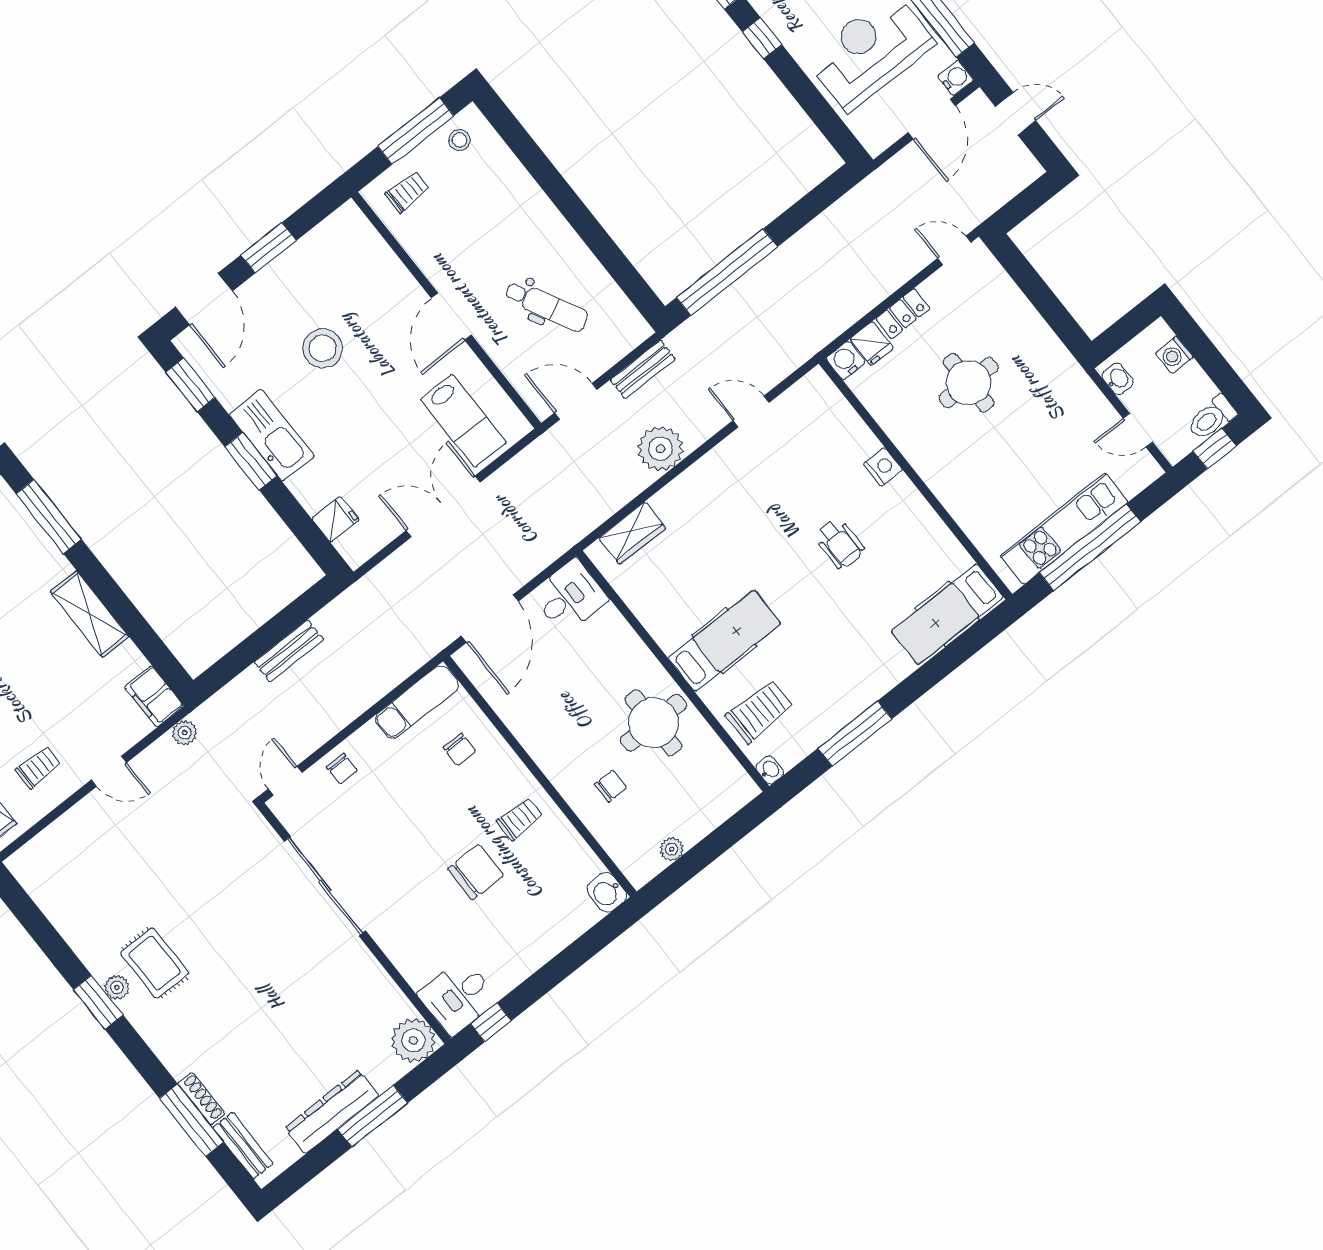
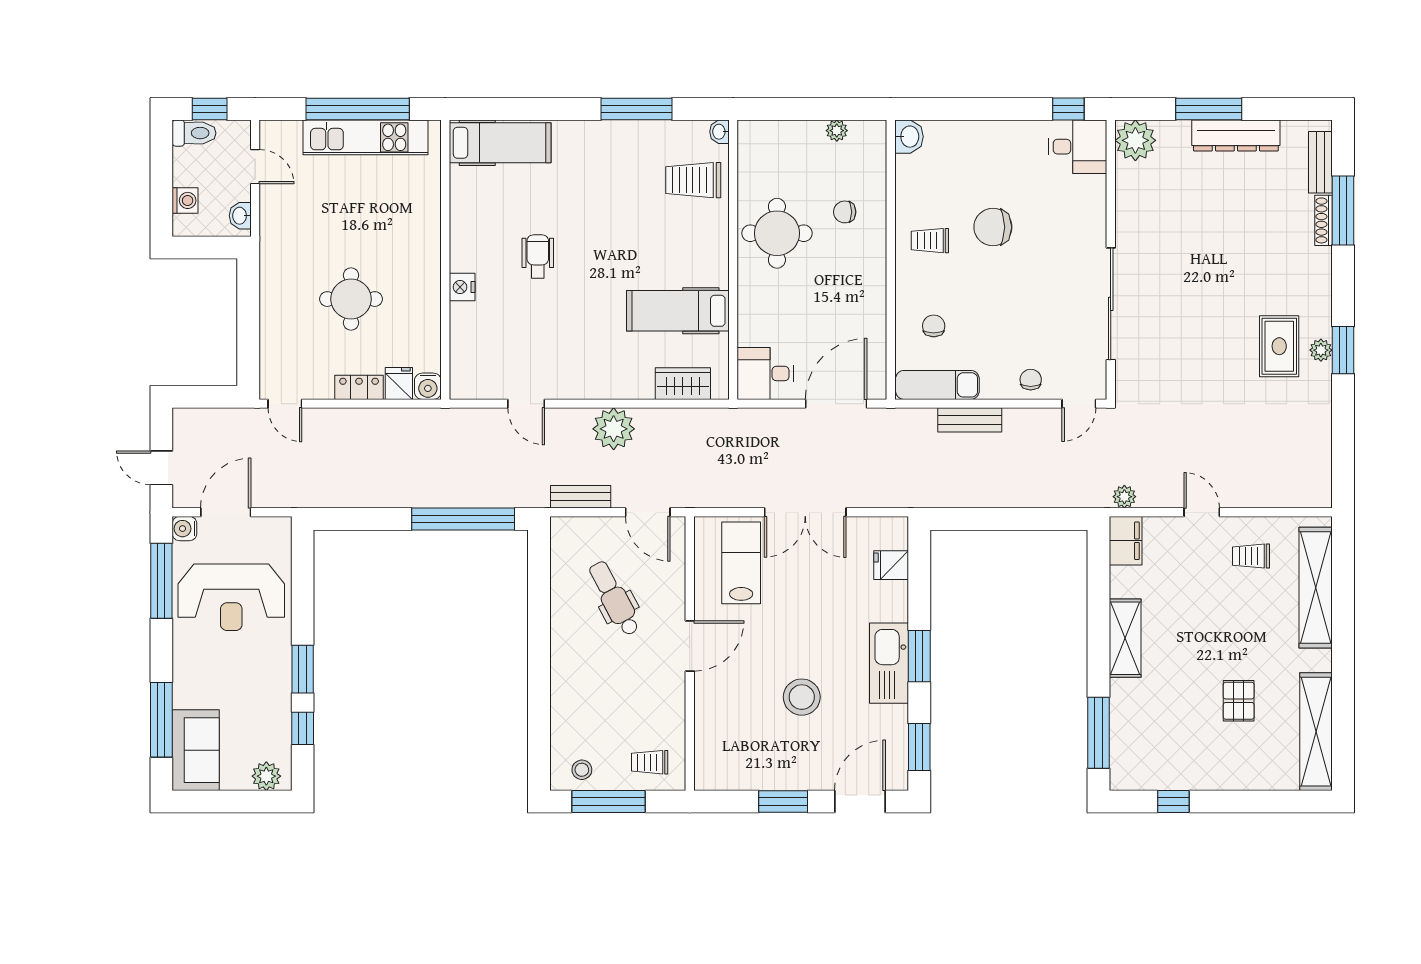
window: (762, 38) -> (303, 669), width x1.50
hospital bed: (724, 641) -> (678, 311), moved
bench: (289, 651) -> (970, 420), moved

